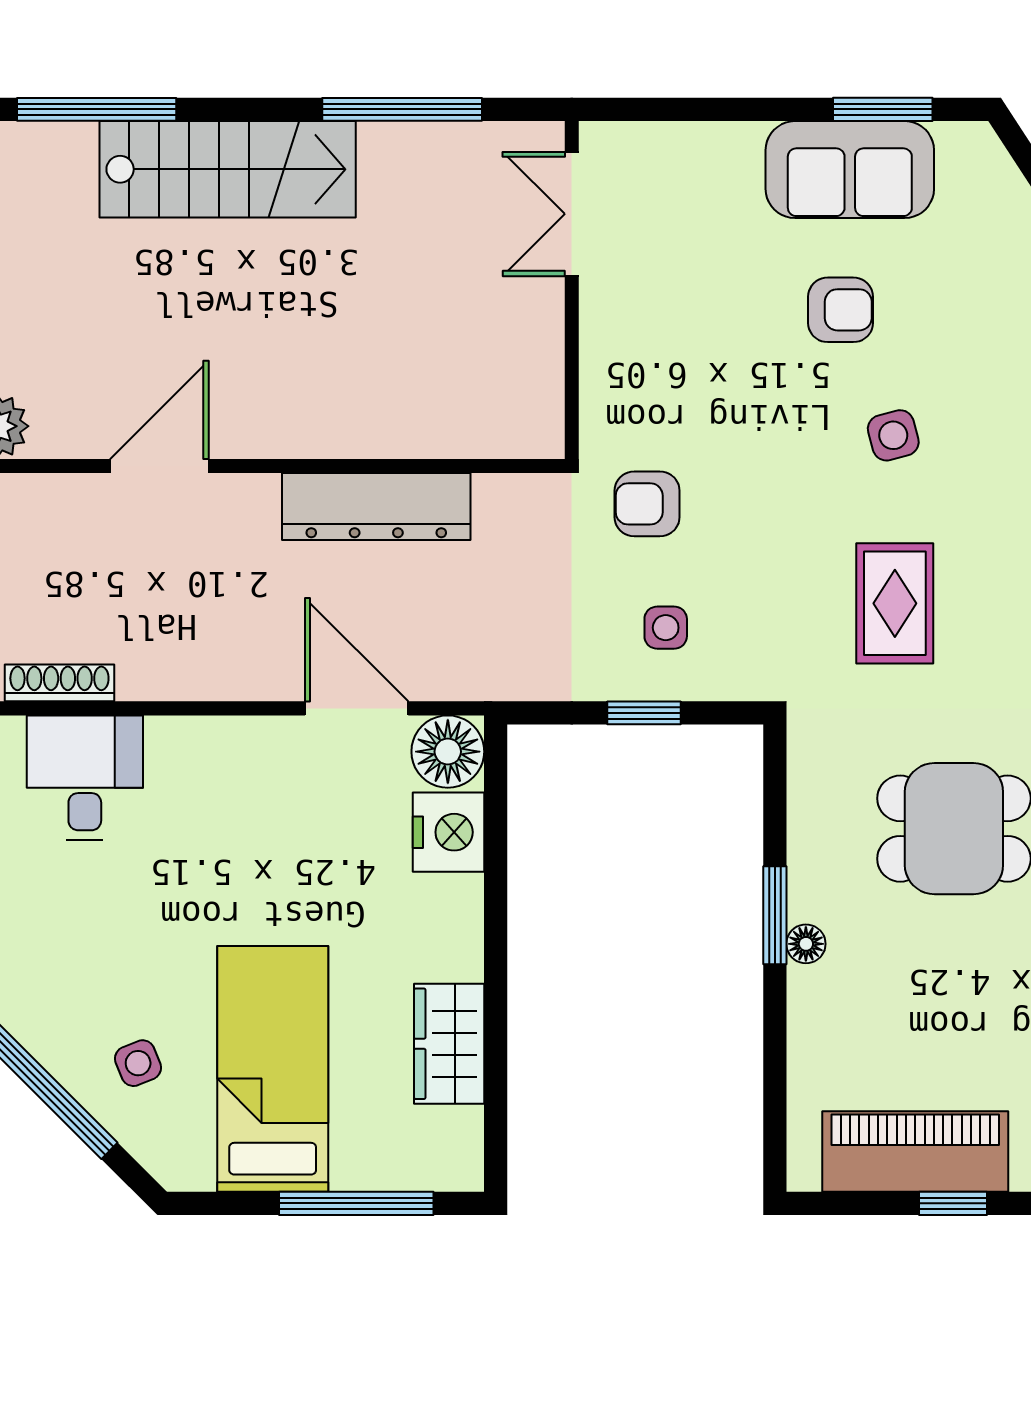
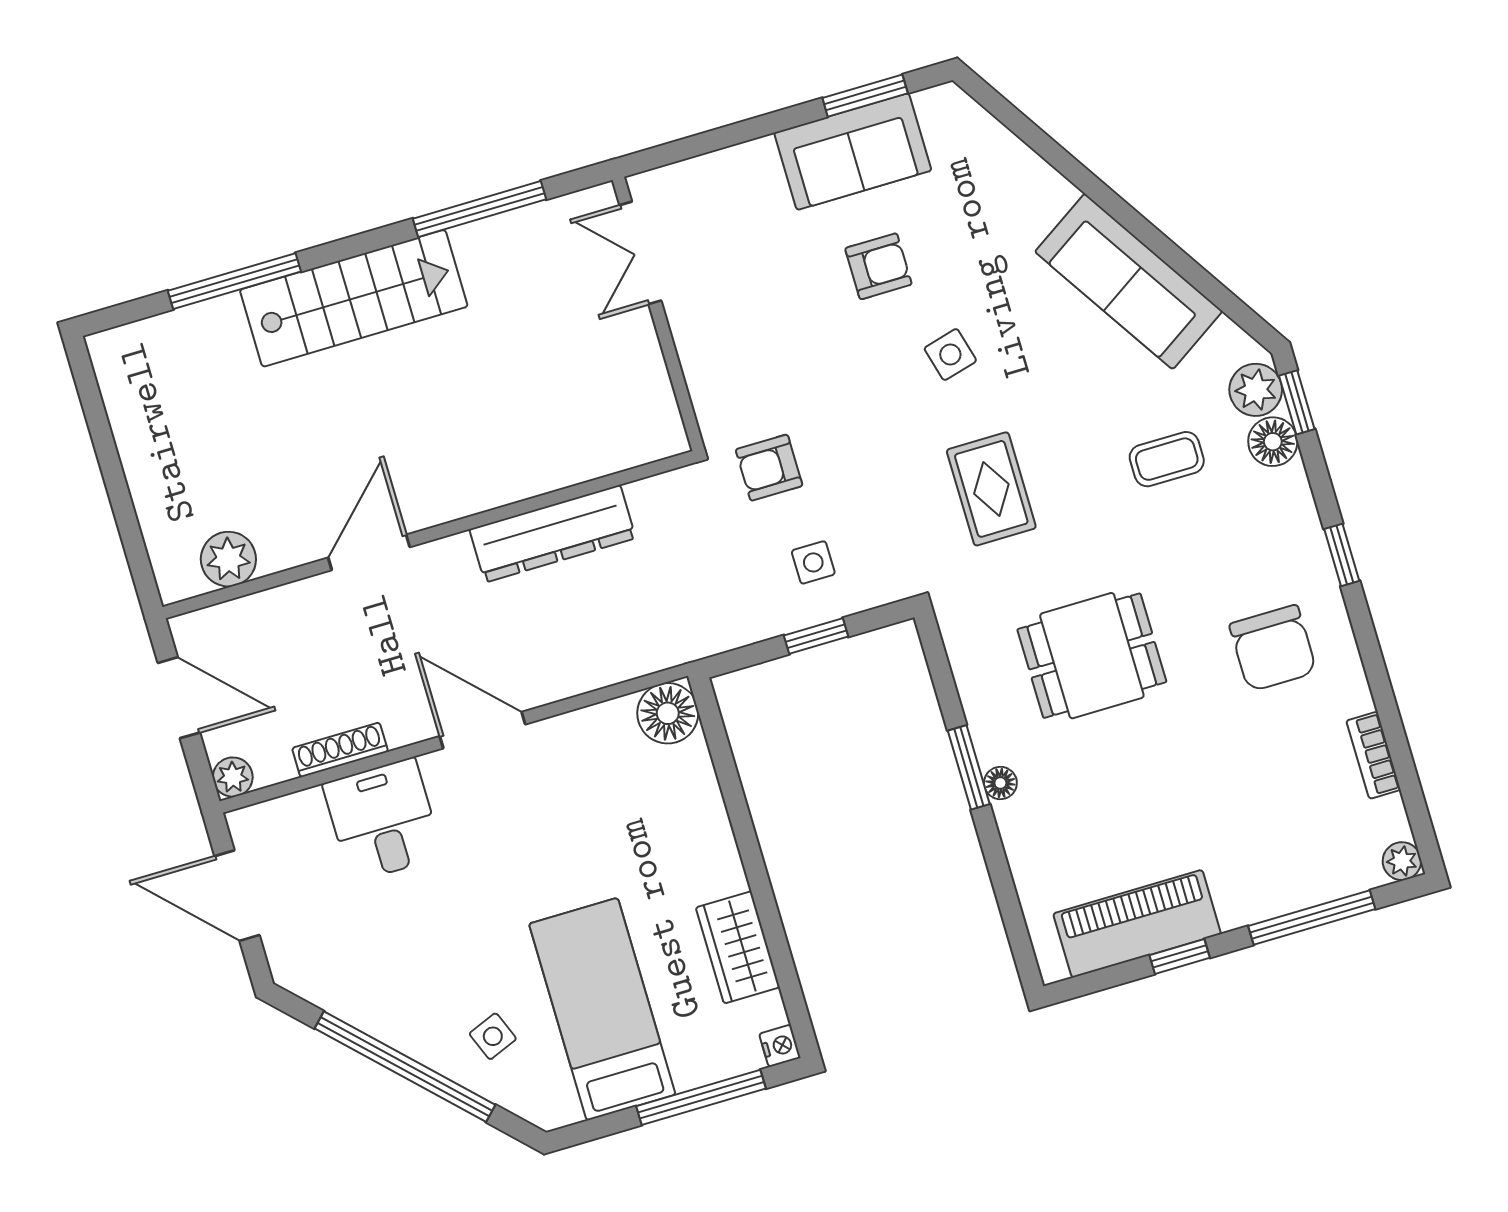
door: (357, 708) -> (482, 730), moved
nightstand: (448, 832) -> (780, 1046), moved, width x0.53, depth x0.56

